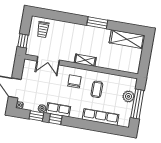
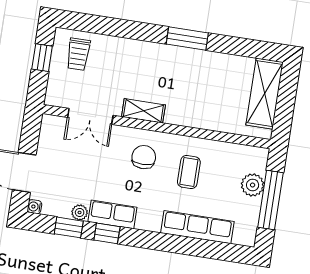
shelving: (127, 39) -> (265, 94), moved, turned 90
window: (23, 41) -> (42, 58), moved
shelving: (85, 60) -> (143, 111), moved

